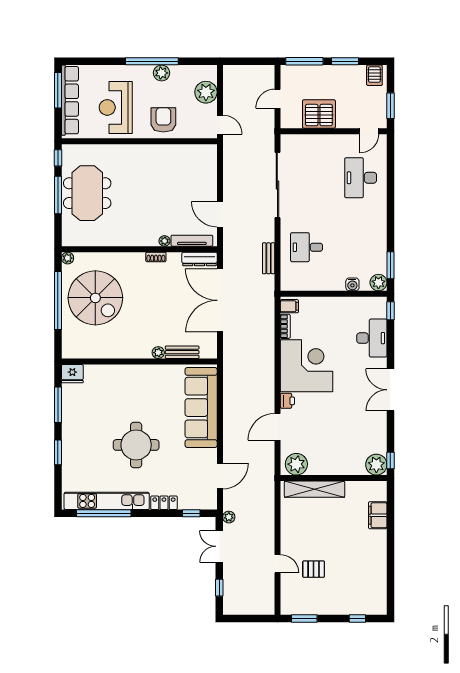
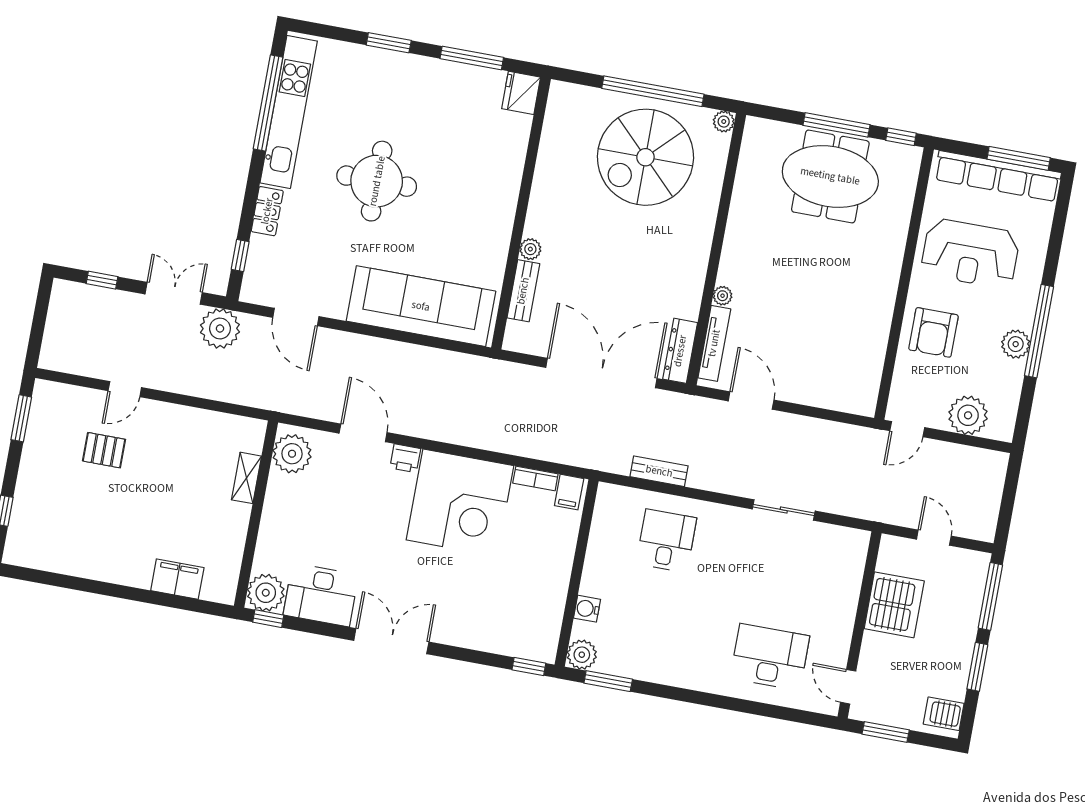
reception desk: (116, 107) -> (970, 253), turned 180
armchair: (163, 120) -> (933, 332), turned 90
sliding door: (277, 185) -> (784, 510), width x0.54
door: (220, 214) -> (751, 400), hinge flipped
shoe rack: (156, 257) -> (697, 276), removed
desk: (372, 338) -> (321, 595), moved
shelving: (314, 489) -> (246, 478), width x0.45, depth x0.75
plant: (229, 517) -> (220, 328), width x1.88, depth x1.88
pallet: (314, 569) -> (104, 450), turned 90

